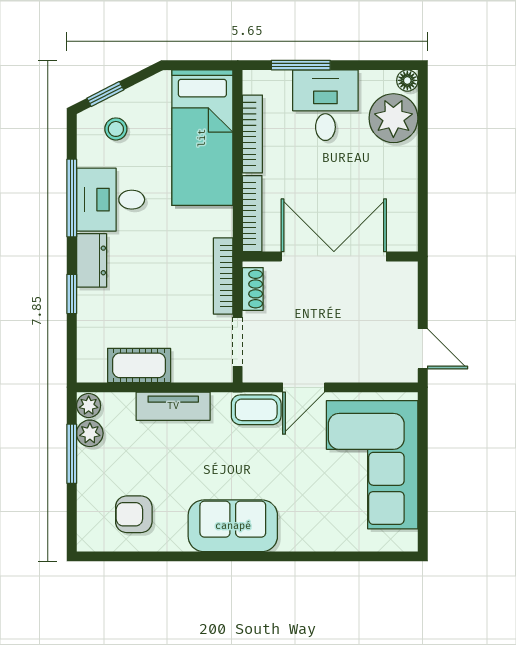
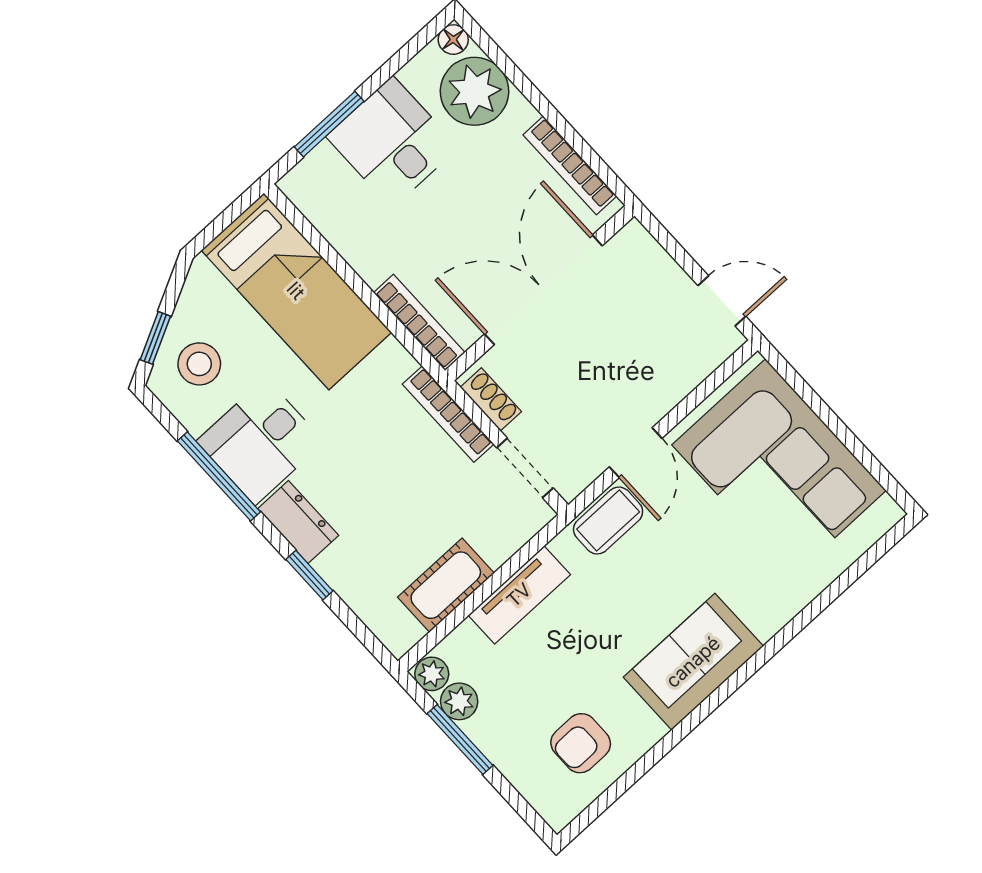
stool: (116, 129) -> (199, 364), width x1.37, depth x1.37
bookcase: (252, 134) -> (570, 165), moved, turned 180

